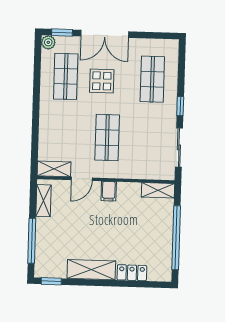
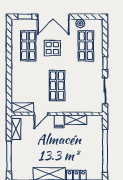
plant: (48, 42) -> (80, 23), moved
shelving: (158, 190) -> (76, 120), moved

